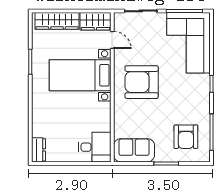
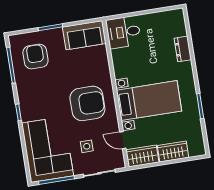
wardrobe: (57, 21) -> (173, 152), width x0.67
side table: (149, 40) -> (87, 146), added
dresser: (39, 150) -> (183, 49), moved

